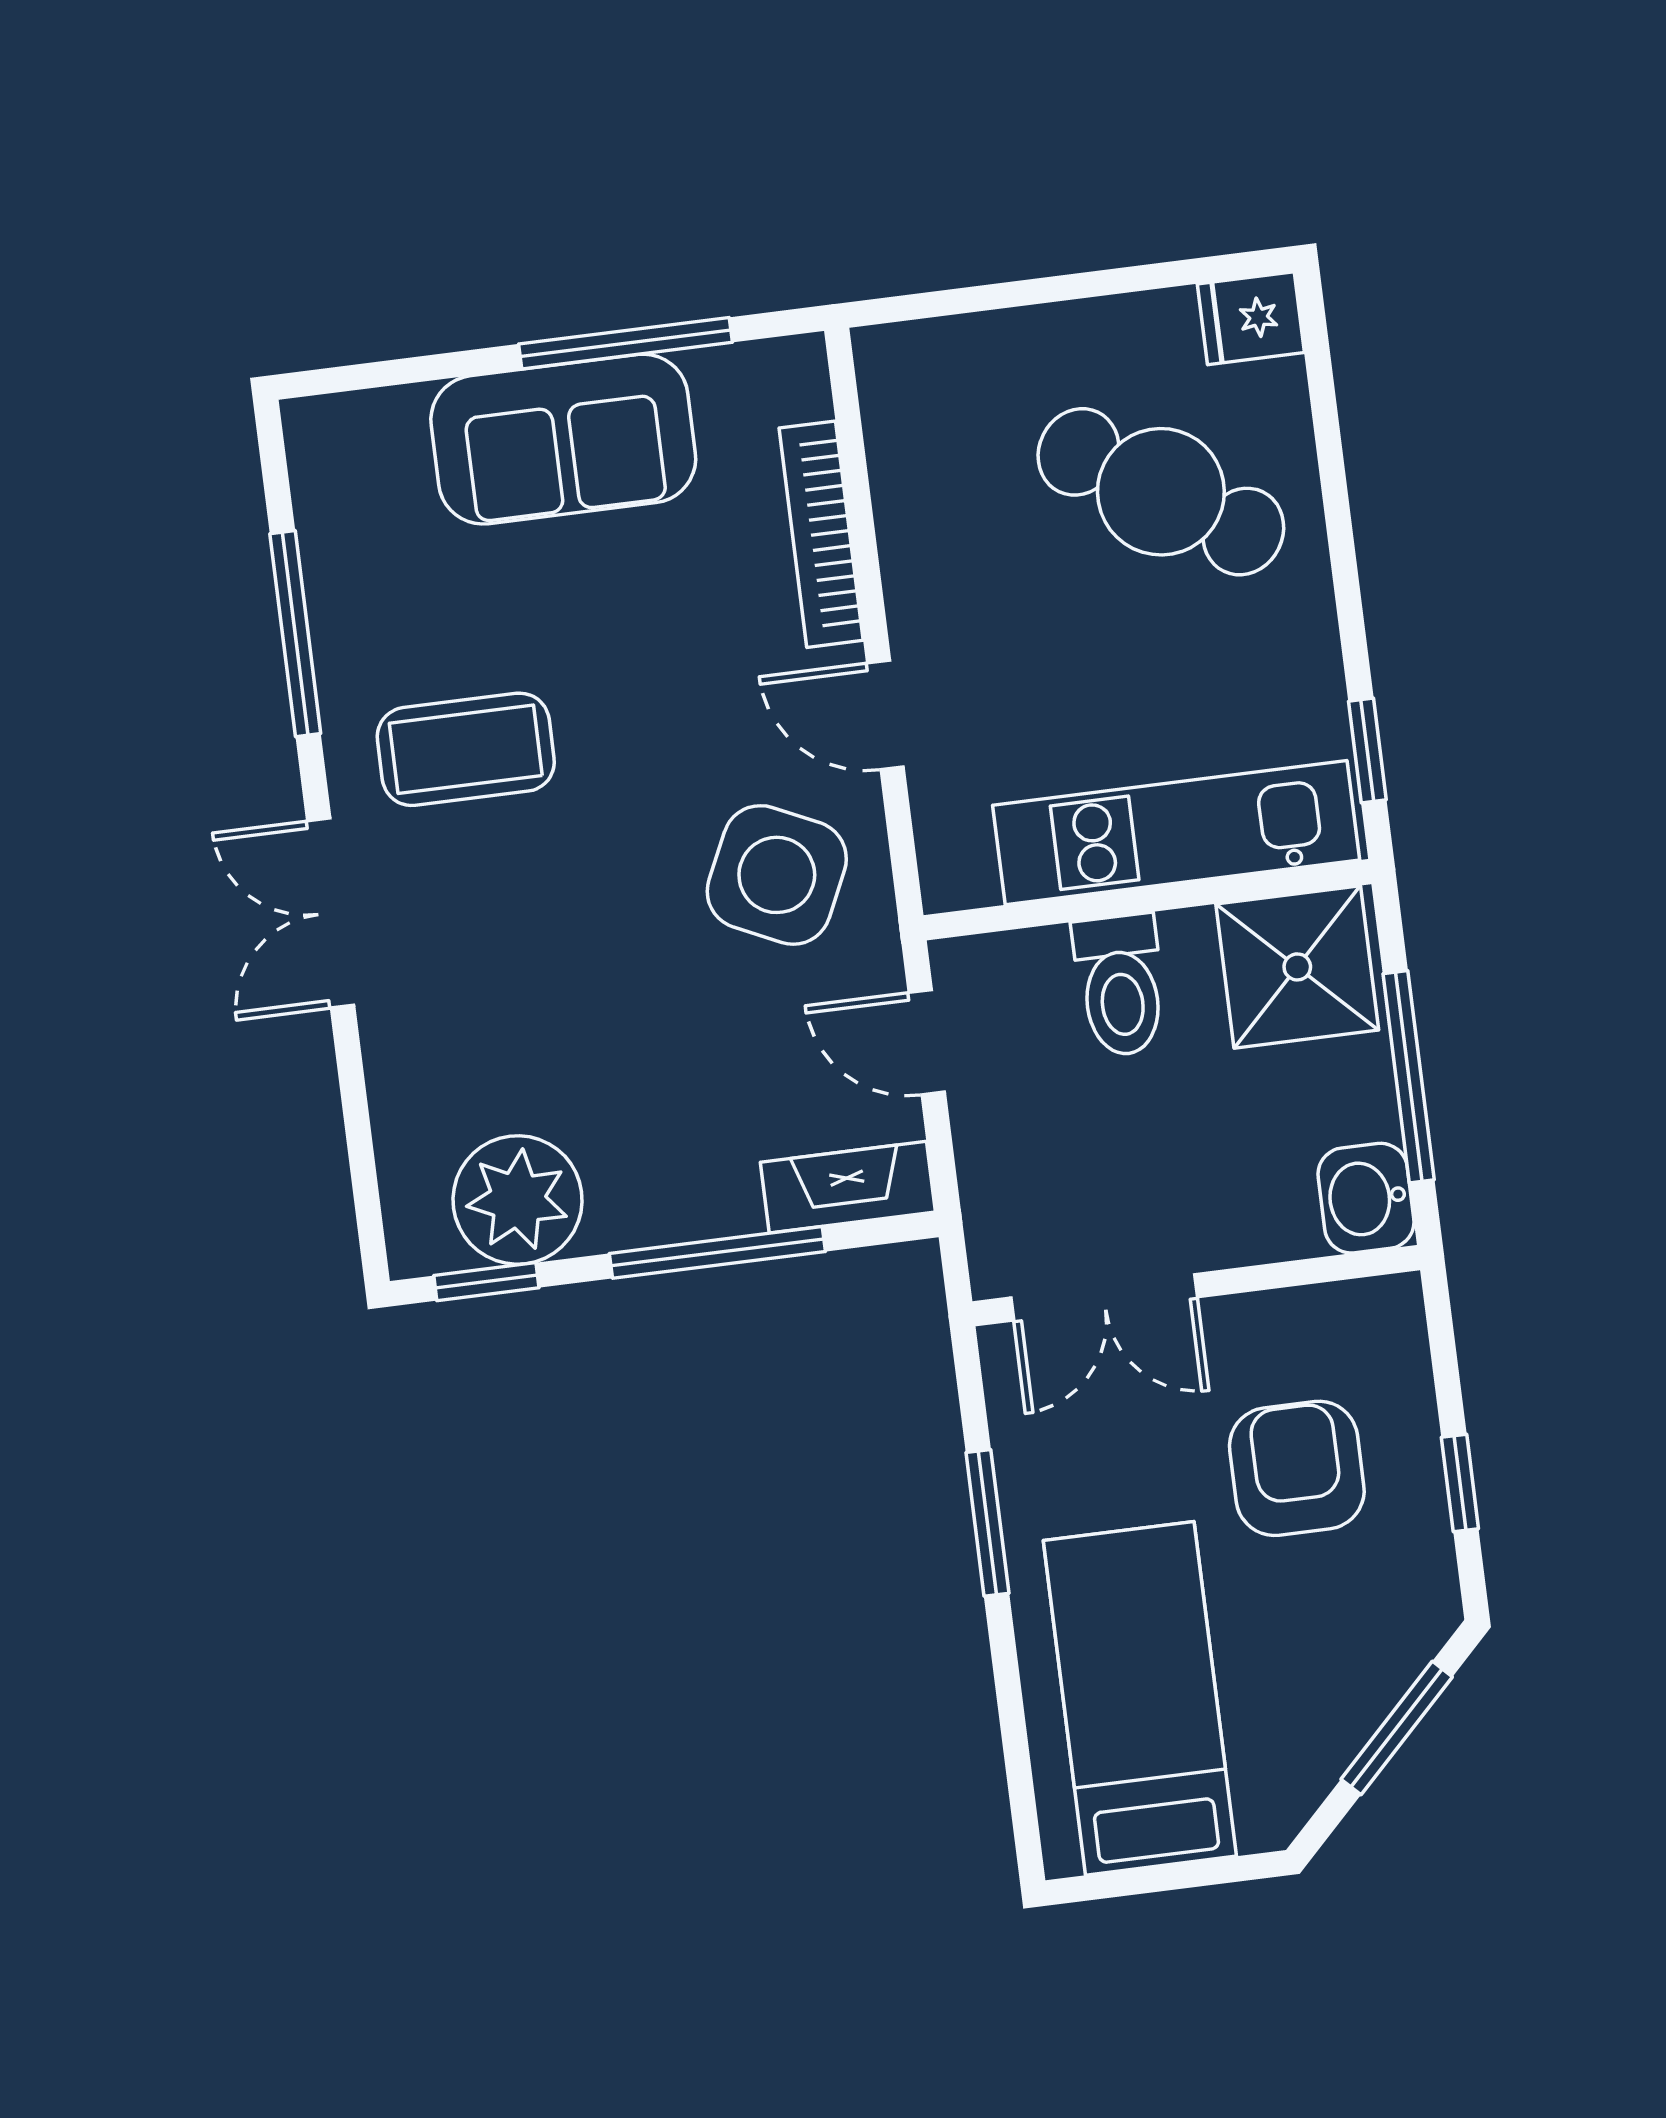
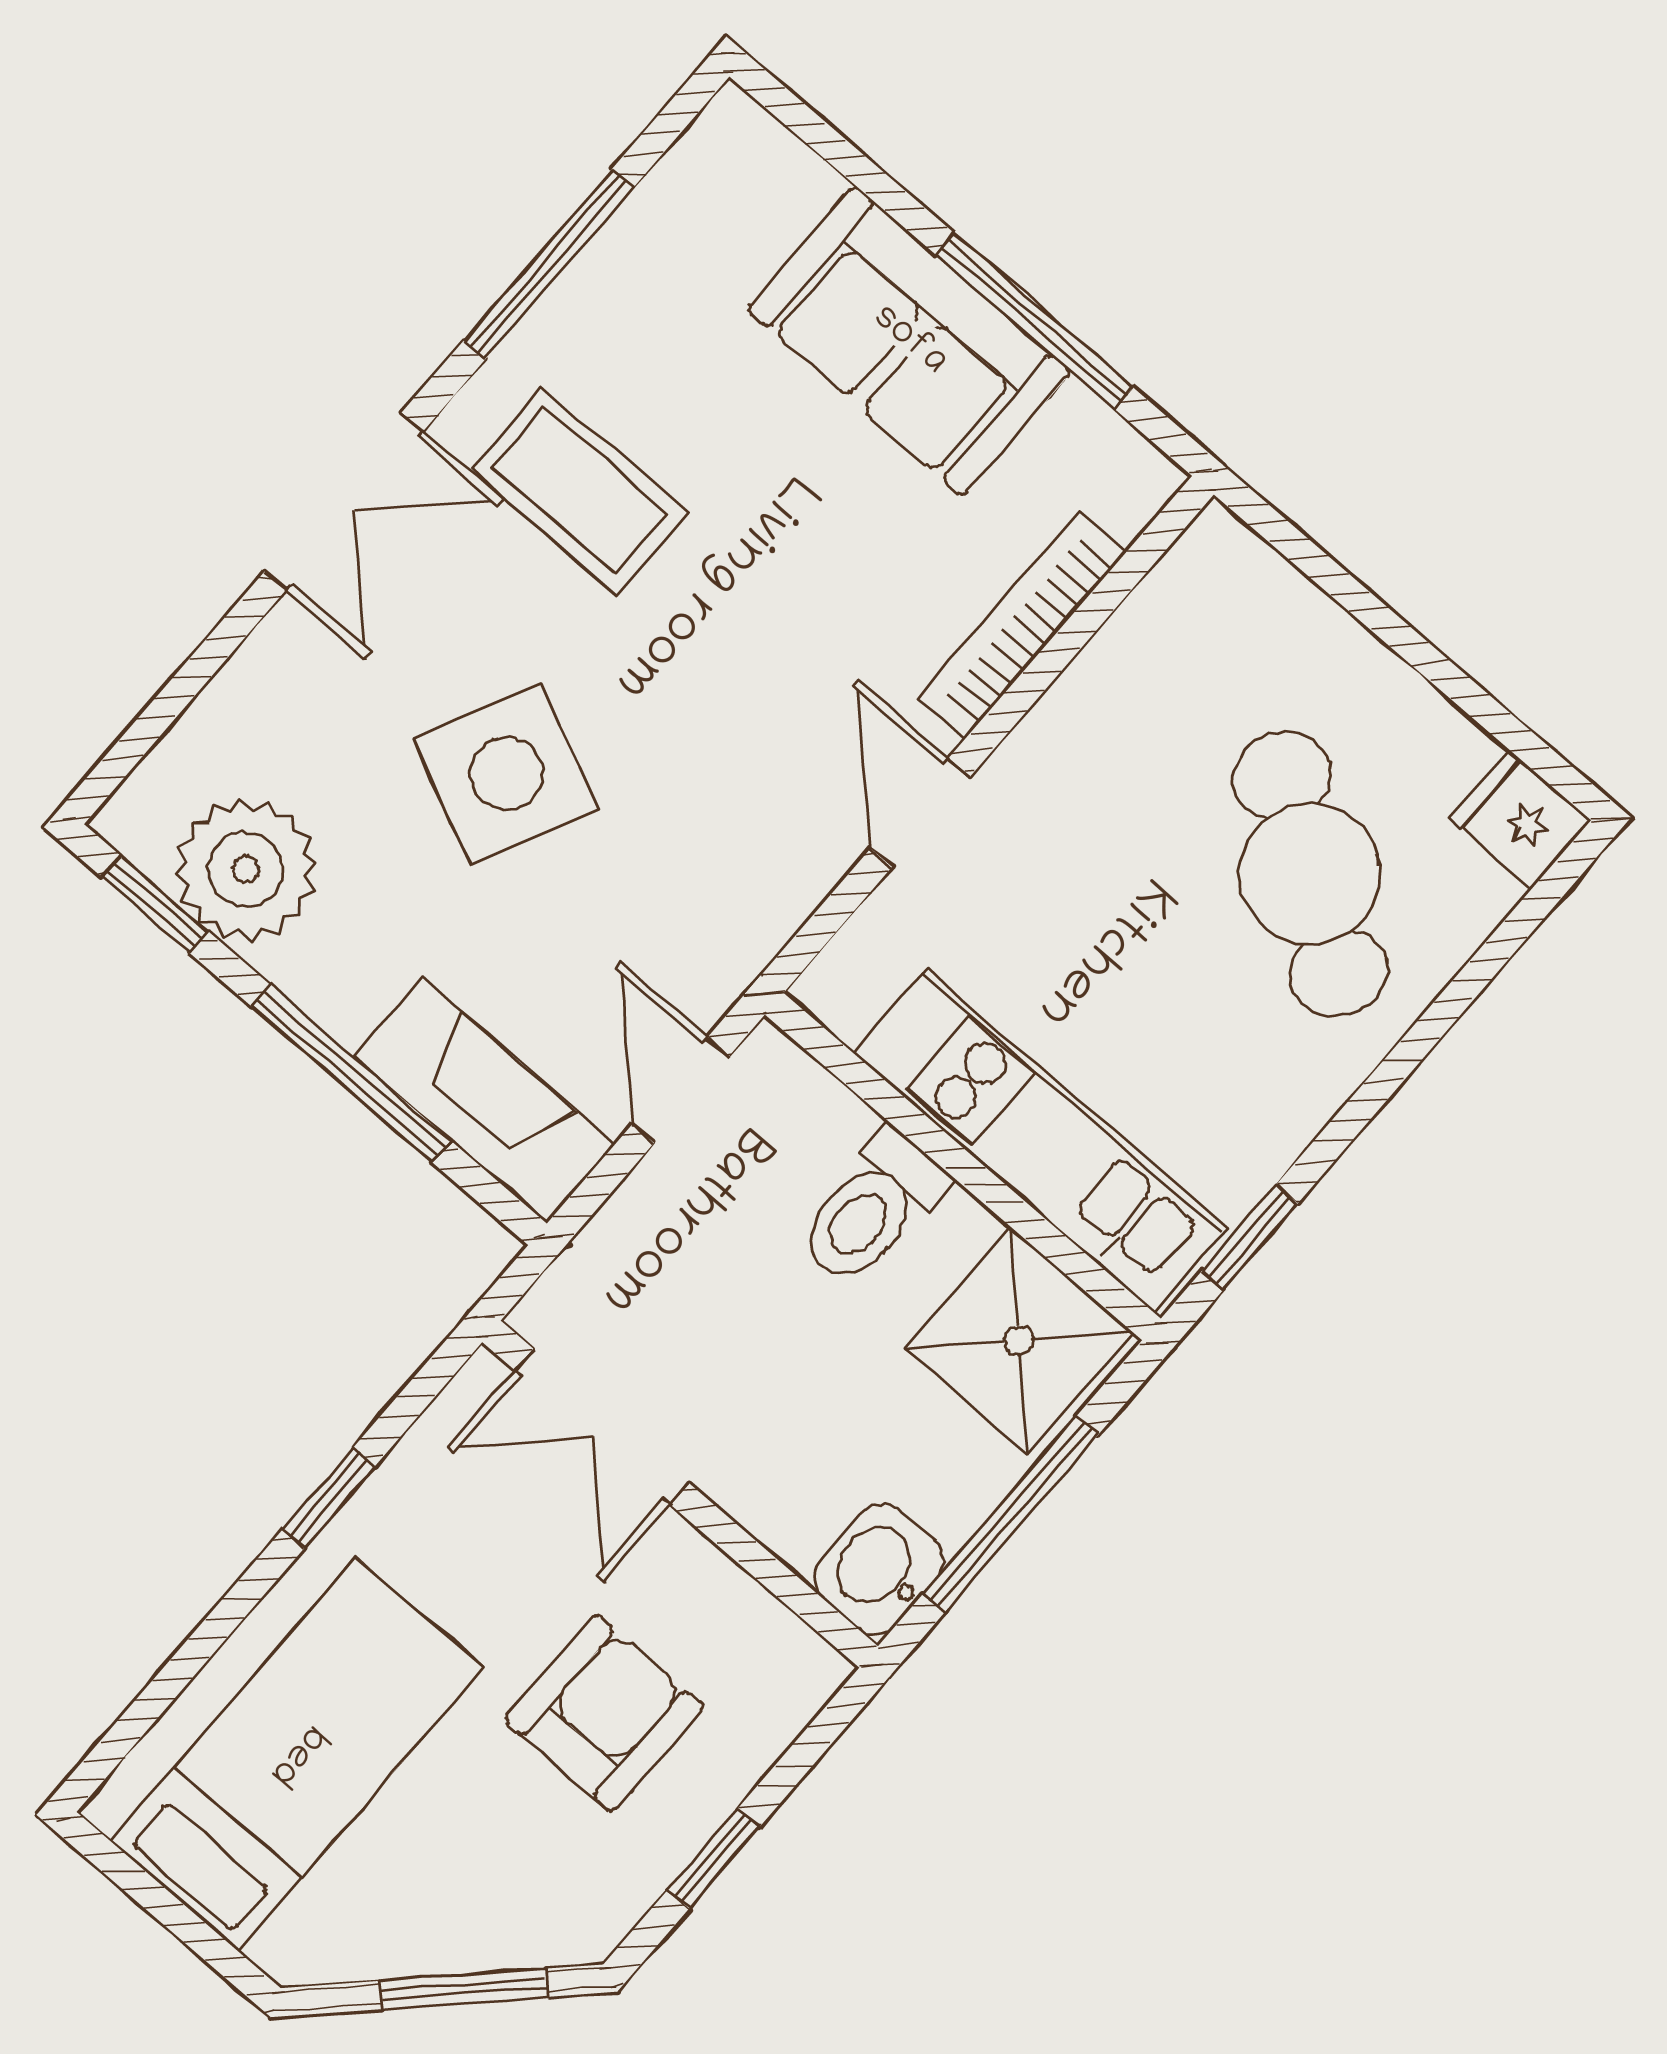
side table: (777, 875) -> (507, 774), moved
double door: (331, 913) -> (344, 501), swing flipped
fireplace: (848, 1187) -> (485, 1101), width x1.37, depth x1.32
window: (987, 1523) -> (329, 1498), width x0.67

